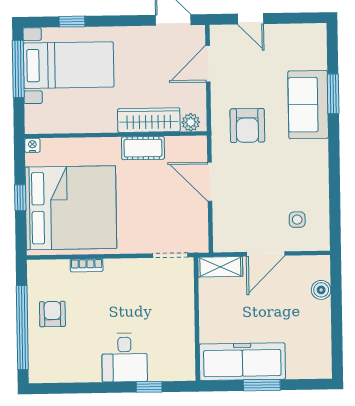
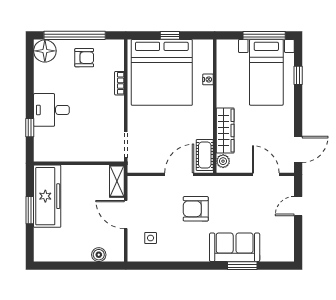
armchair: (247, 125) -> (196, 209), moved
nightstand: (32, 145) -> (208, 79), moved
cot: (143, 148) -> (205, 155), moved
floor lamp: (44, 368) -> (45, 51), added

